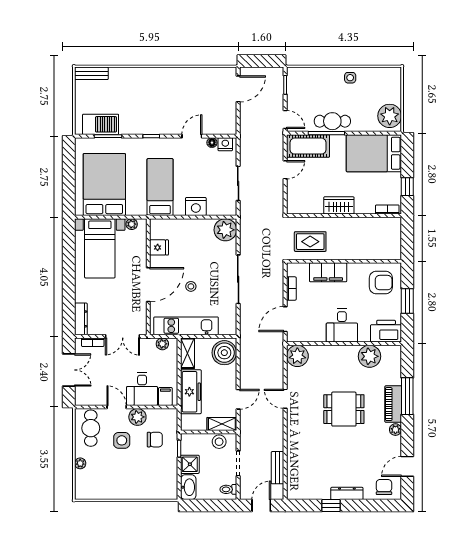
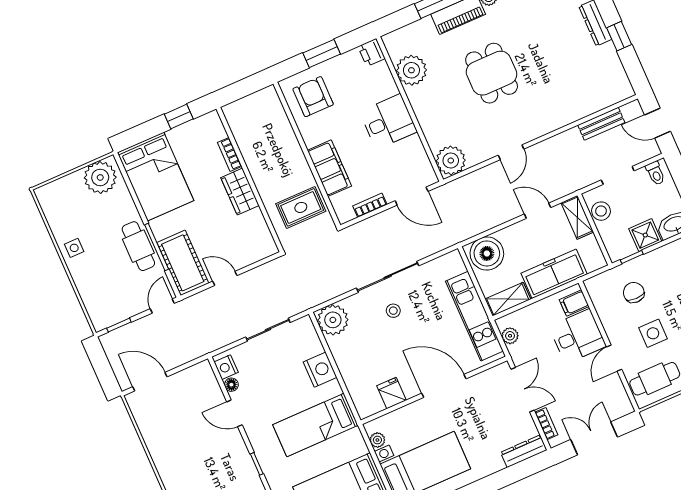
bookcase: (387, 209) -> (230, 154), moved
rug: (310, 242) -> (301, 207), turned 90
stool: (191, 286) -> (393, 311), moved
printer: (386, 331) -> (372, 52), width x0.53, depth x0.68
plant: (137, 417) -> (615, 327), removed

